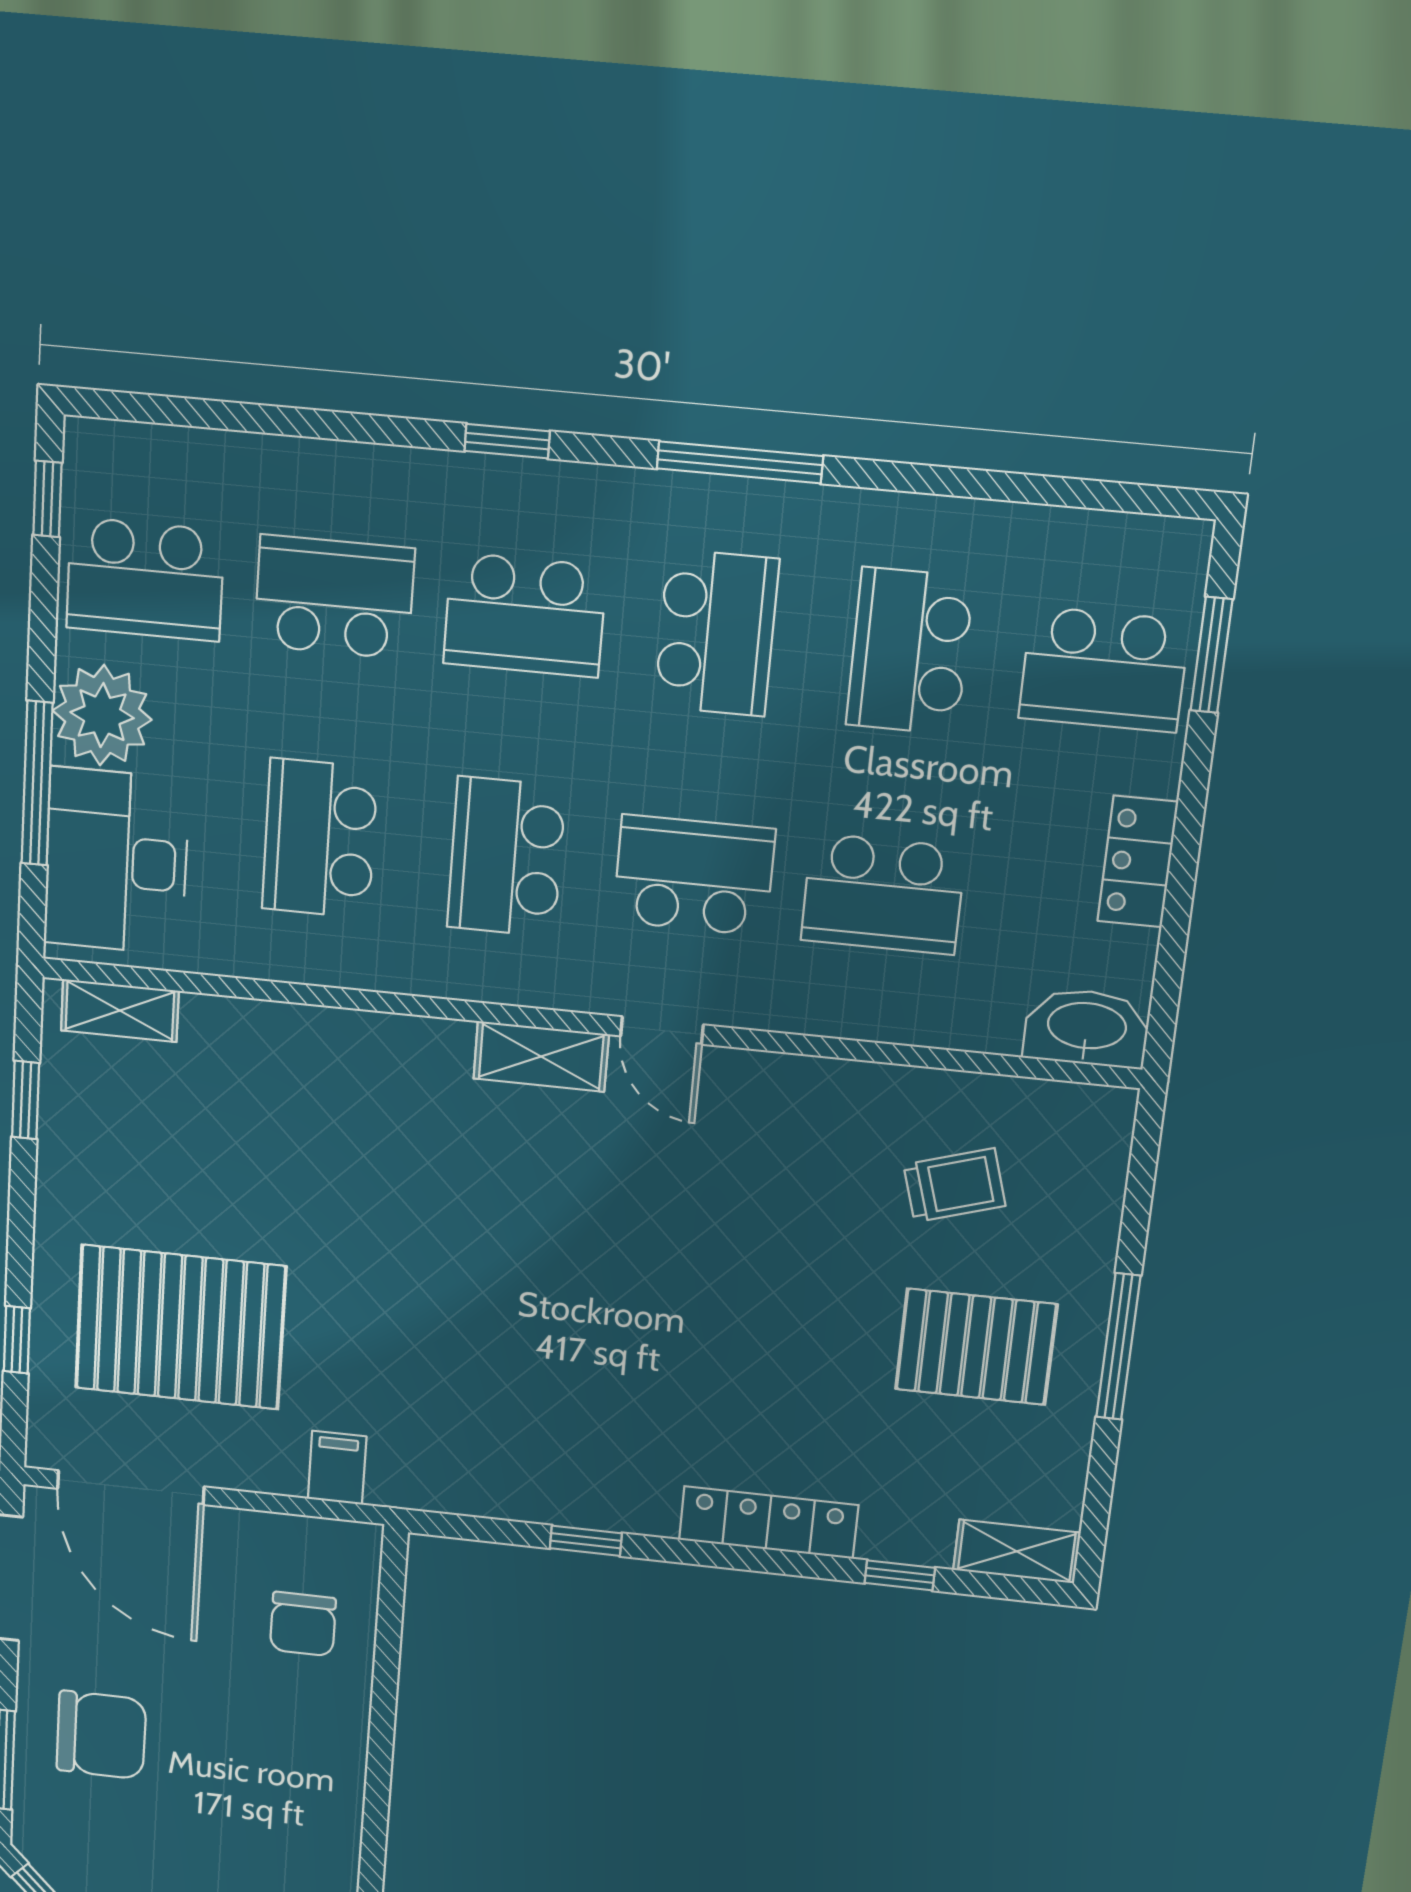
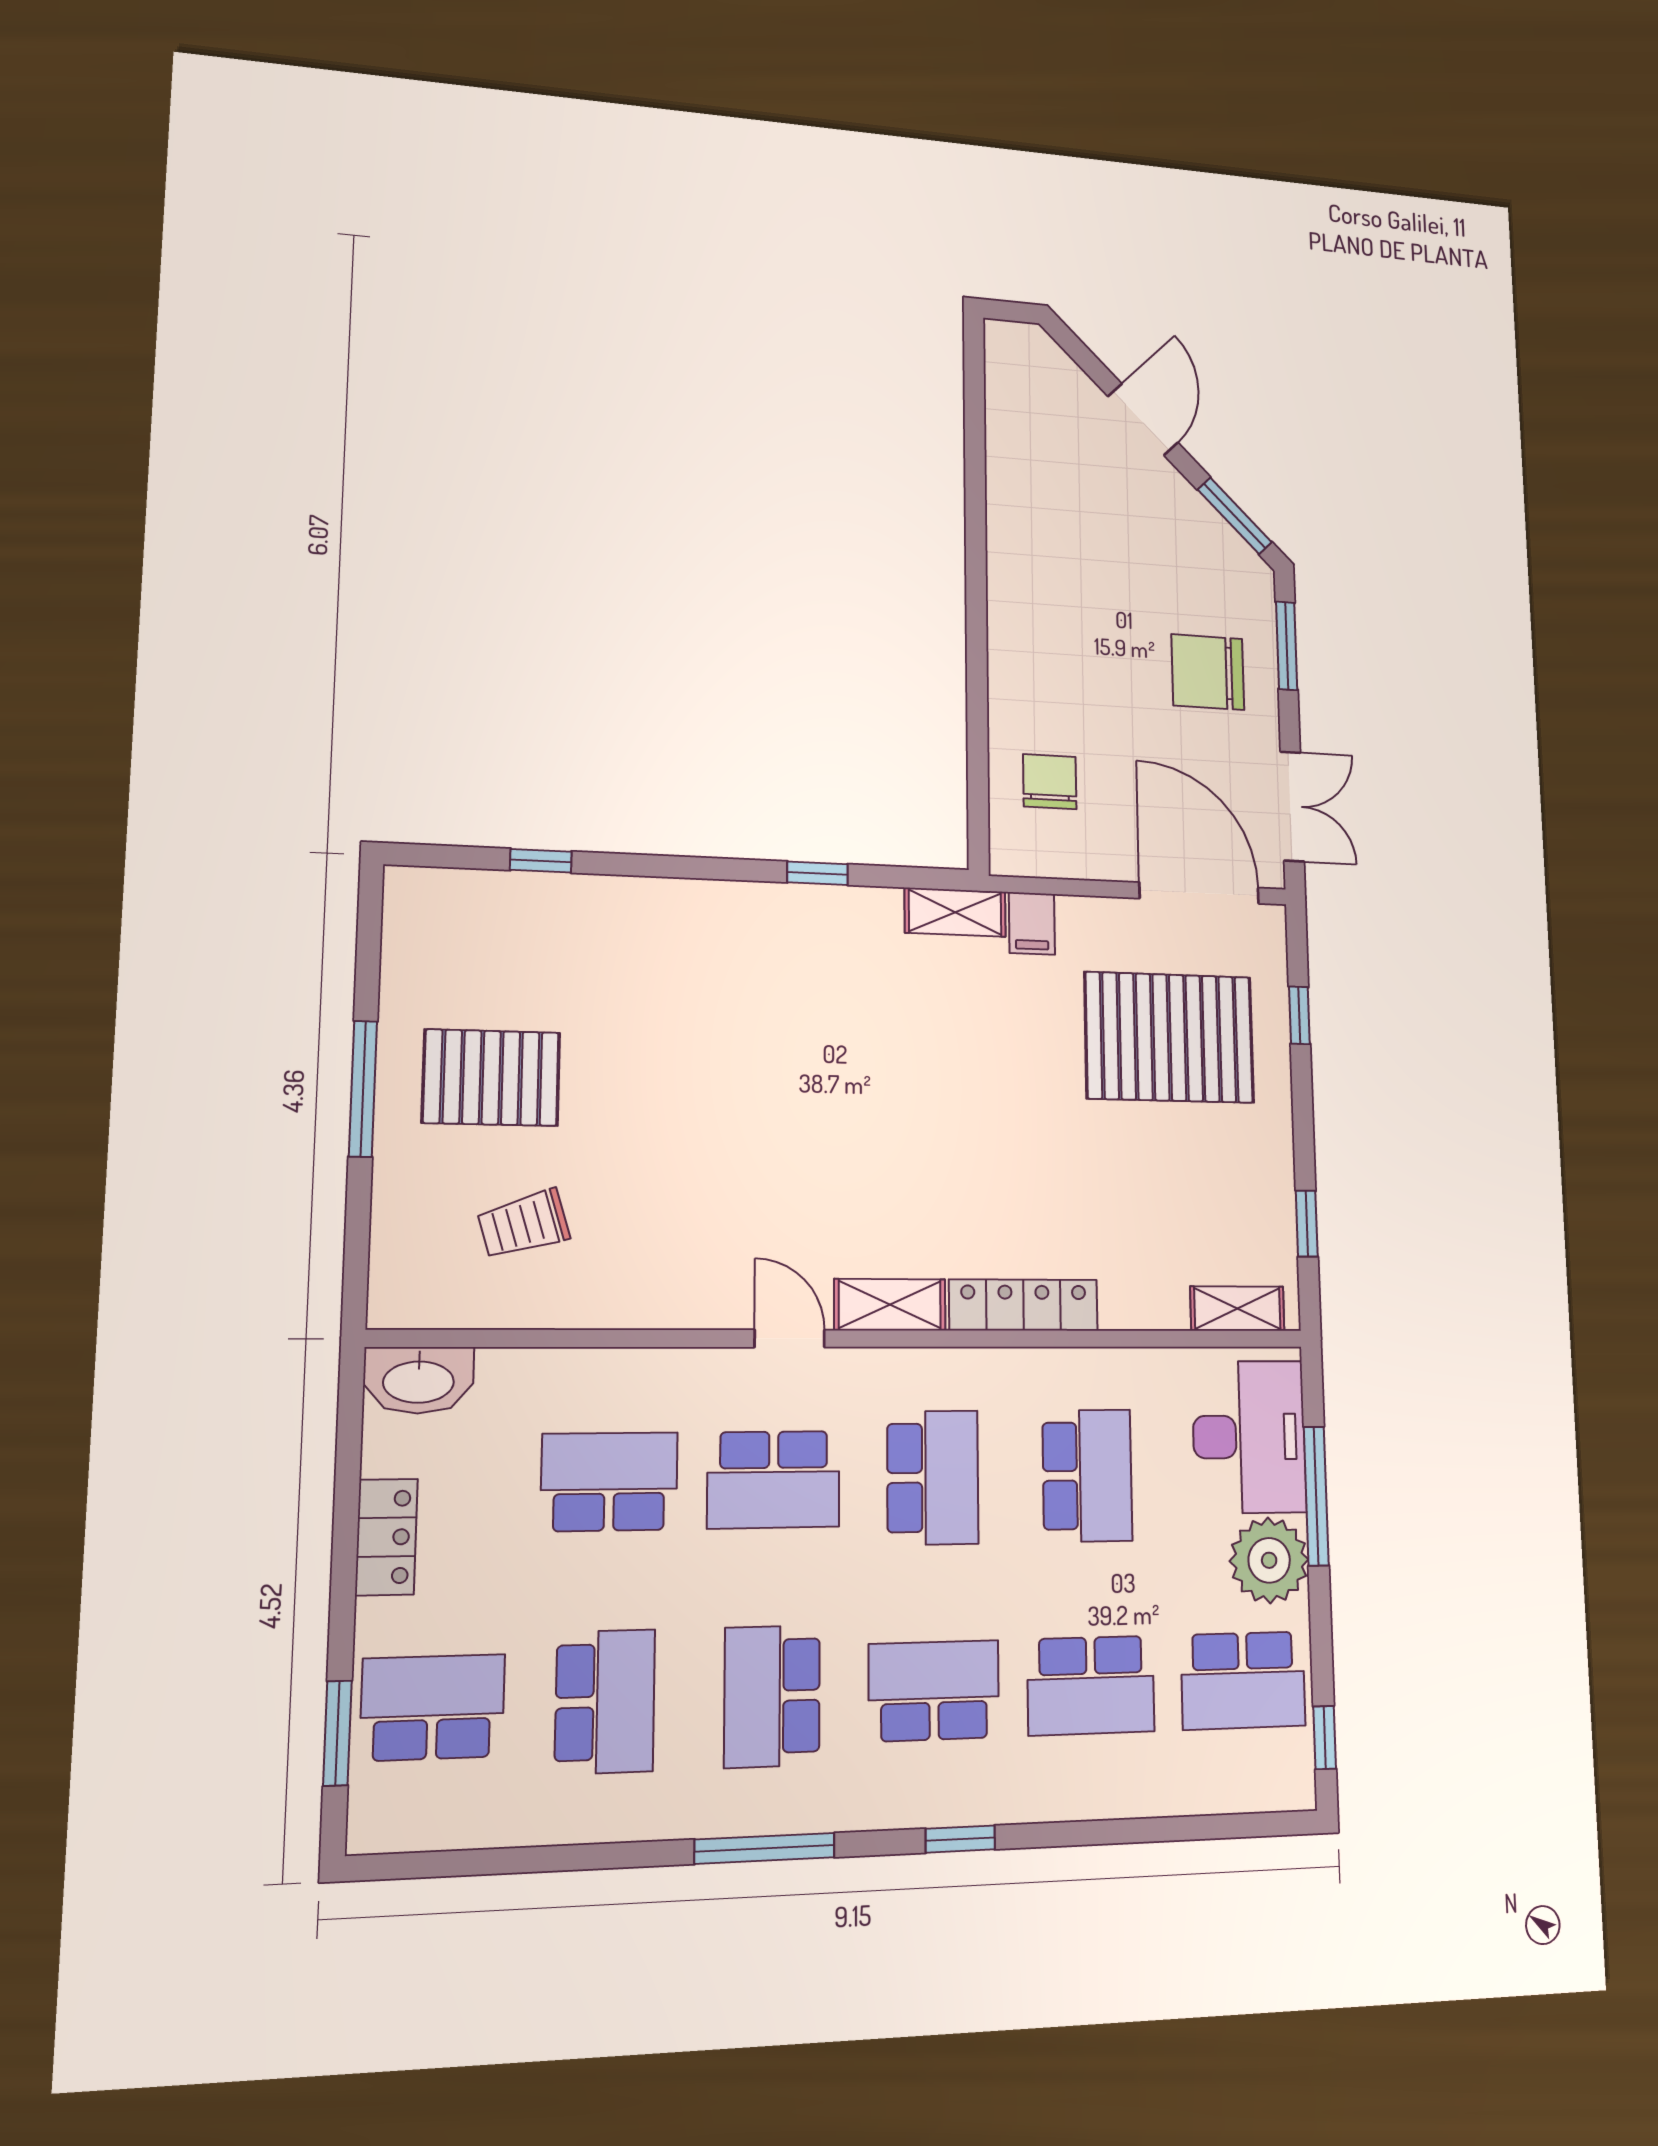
school desk: (145, 579) -> (1243, 1680), turned 180
locker: (768, 1522) -> (1024, 1305), moved, turned 180
shelving: (1017, 1551) -> (955, 912), moved

